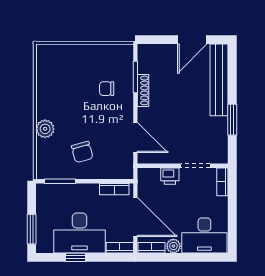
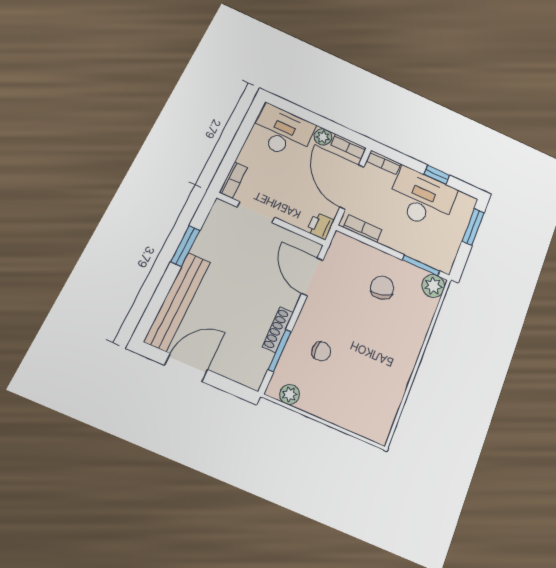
plant: (116, 51) -> (290, 394), added
plant: (45, 129) -> (433, 286), moved
printer: (170, 176) -> (320, 226), moved, turned -90

